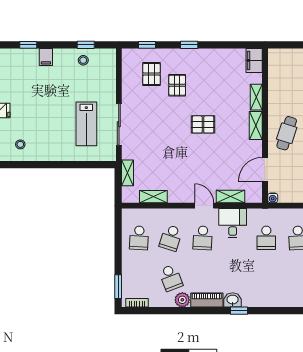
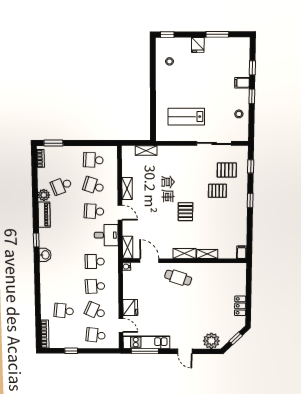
window: (86, 45) -> (252, 96), moved
filing cabinet: (254, 60) -> (242, 252), width x0.50
sliding door: (119, 124) -> (214, 143), moved
shelving: (230, 196) -> (128, 247), moved
shelving: (153, 197) -> (127, 189), moved
door: (204, 206) -> (120, 213), hinge flipped
washbasin: (233, 300) -> (45, 255), moved

